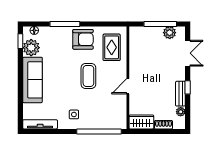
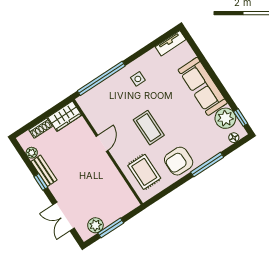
window: (160, 24) -> (111, 228), width x0.69
tv unit: (40, 124) -> (171, 43), width x0.71

